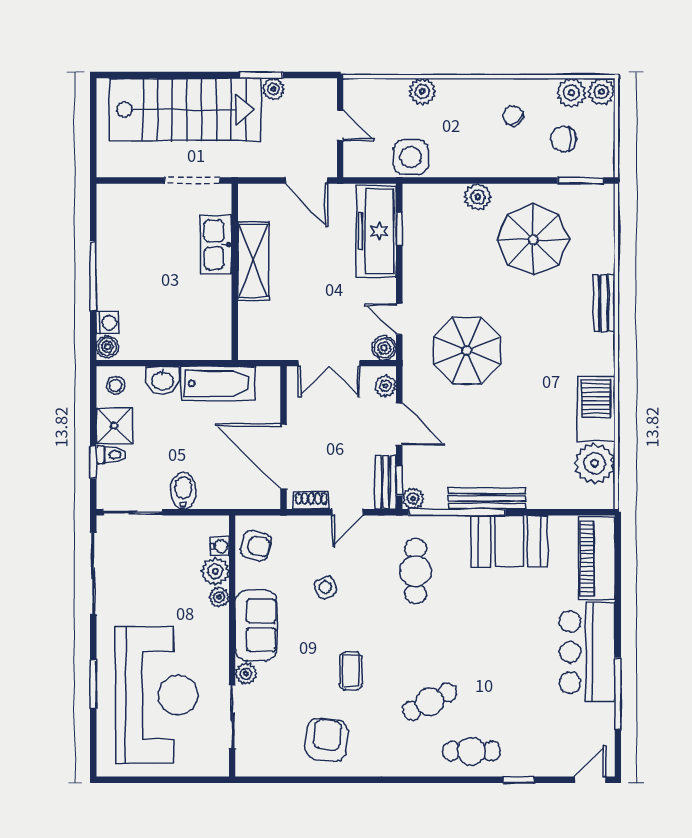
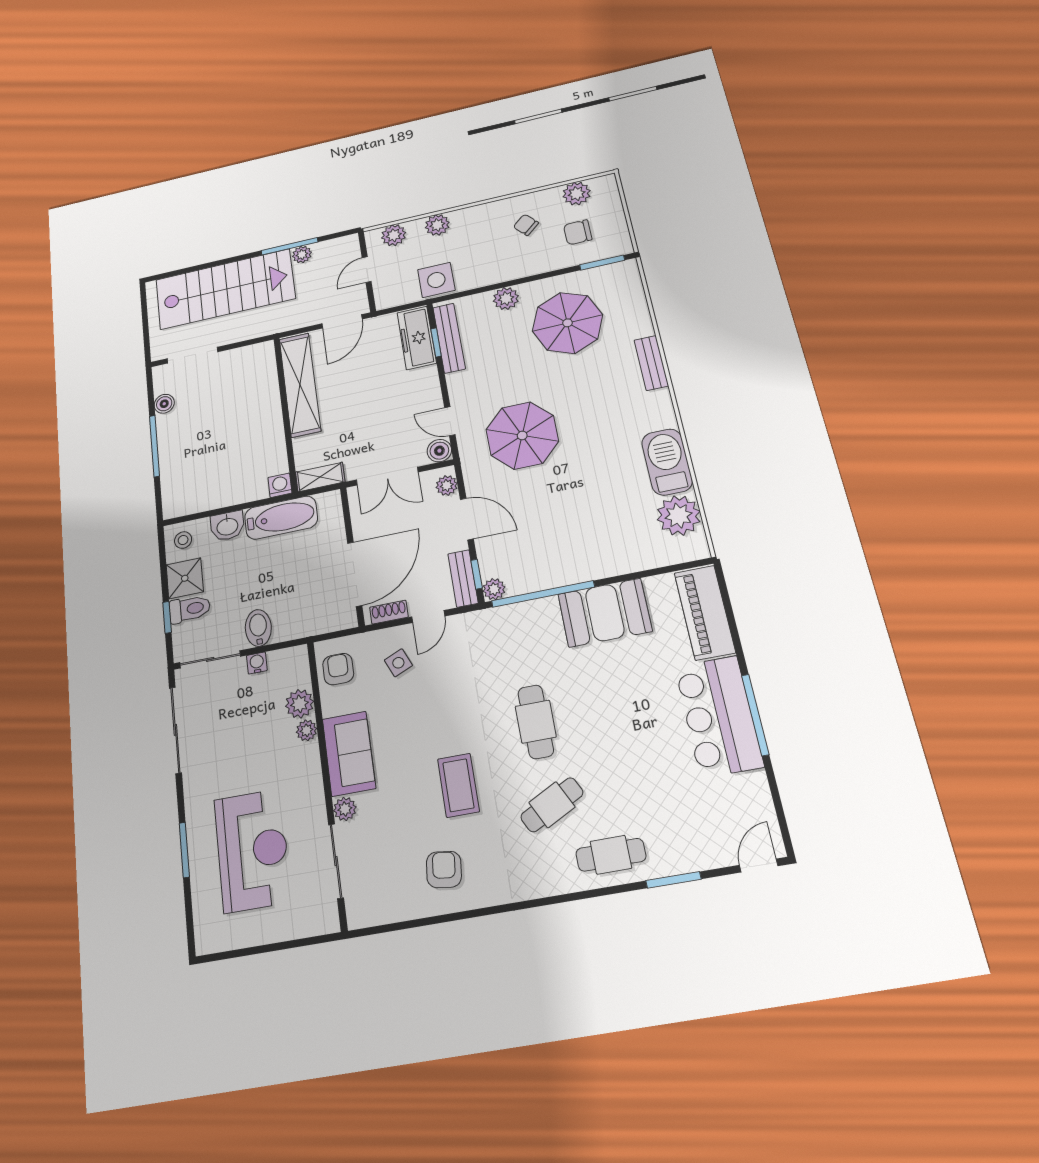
window: (261, 75) -> (290, 246), width x1.44
plant: (601, 92) -> (394, 235), moved
door: (340, 126) -> (367, 270), swing flipped
doorway: (192, 181) -> (192, 355), moved
door: (306, 181) -> (342, 321), hinge flipped
freezer: (376, 231) -> (417, 338), width x0.73, depth x0.79
kitchen sink: (216, 245) -> (265, 394), removed
shelving: (253, 261) -> (300, 385), width x1.47
washing machine: (108, 323) -> (280, 485), moved, turned -90
boiler: (107, 347) -> (164, 404), moved
shelving: (262, 349) -> (320, 477), added
toilet: (111, 455) -> (190, 609), width x1.37, depth x1.39
door: (284, 457) -> (355, 574), swing flipped
bench: (487, 498) -> (449, 338), moved, turned 90
water cooler: (220, 546) -> (257, 663), moved, turned -90
armchair: (256, 546) -> (338, 669), turned -104
cafe table: (416, 571) -> (536, 722), moved
side table: (325, 587) -> (398, 663), moved
coffee table: (351, 671) -> (458, 785), width x1.36, depth x1.30
window: (618, 693) -> (755, 715), moved
reception desk: (157, 695) -> (252, 850), width x0.74, depth x0.77
armchair: (327, 740) -> (444, 869), width x0.72, depth x0.72
window: (519, 780) -> (673, 880), width x1.50

